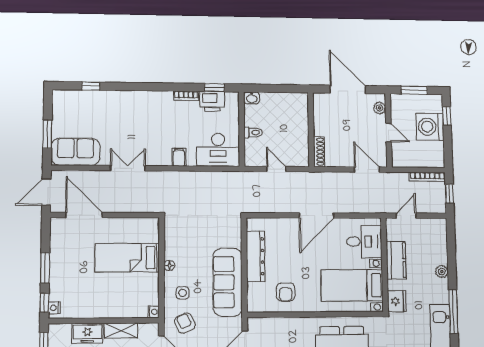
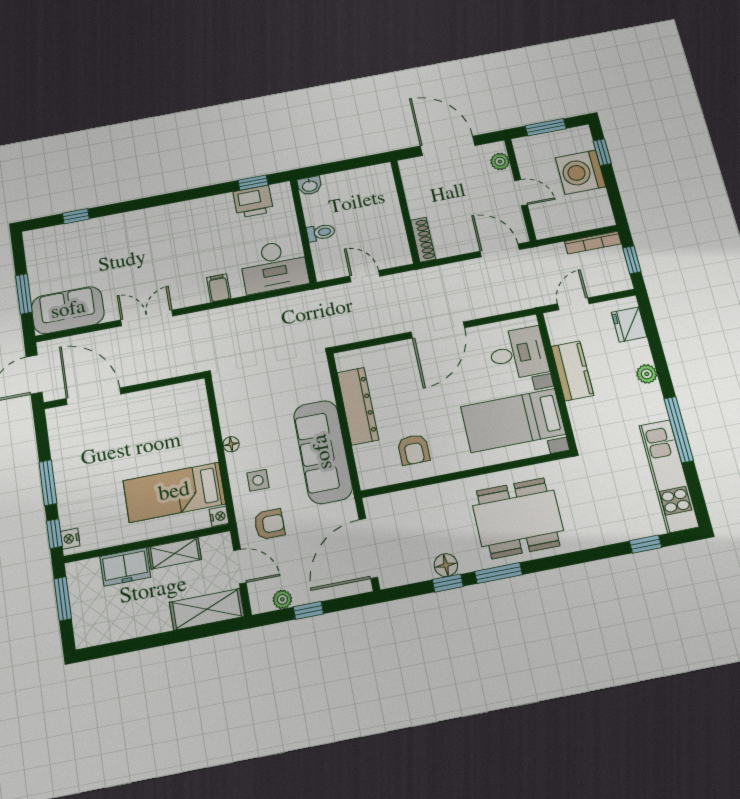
bookcase: (186, 96) -> (214, 202), removed
bed: (127, 258) -> (174, 492), moved
fridge: (397, 301) -> (629, 325), moved, turned 180
armchair: (185, 323) -> (269, 524), turned 116

